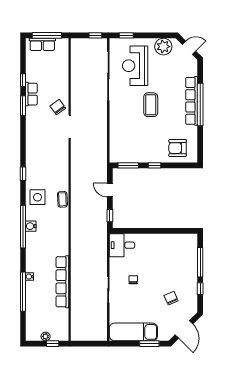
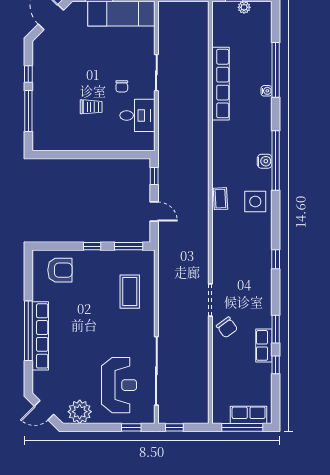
coffee table: (151, 105) -> (130, 292), moved
window: (23, 174) -> (276, 259), moved
desk: (122, 245) -> (137, 115), moved
trolley: (155, 265) -> (91, 107), added
chair: (171, 298) -> (69, 61), removed

